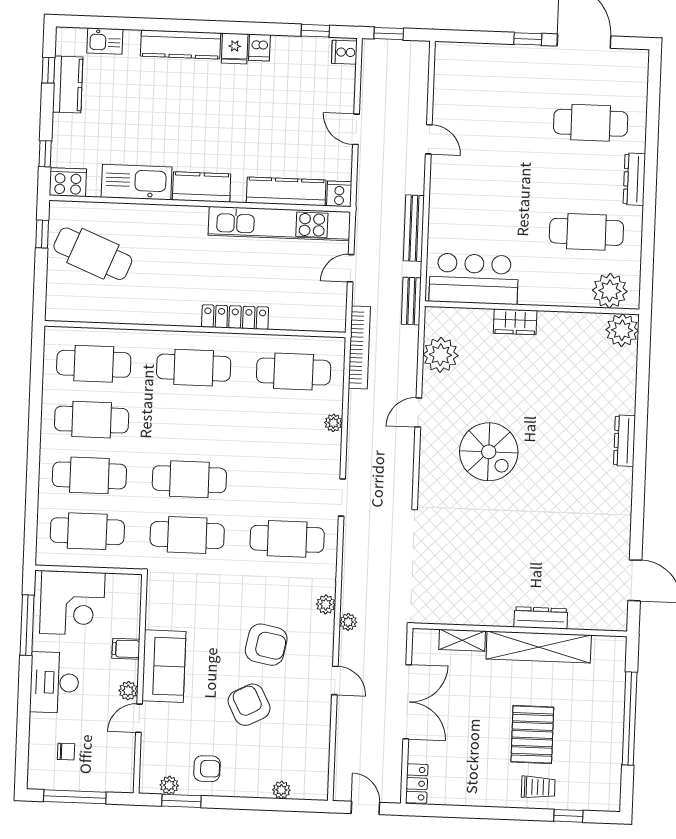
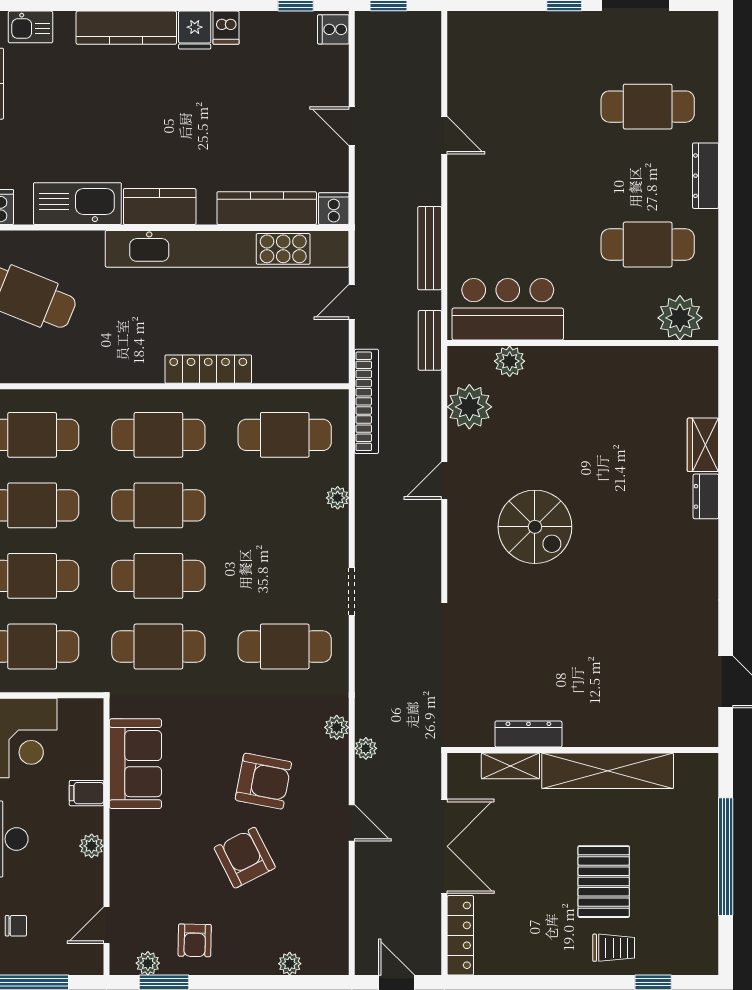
kitchen unit: (279, 224) -> (227, 249), width x1.36
wardrobe: (515, 322) -> (703, 445), moved, turned 90
plant: (622, 330) -> (510, 361), moved, width x0.73, depth x0.73
cafe table: (191, 423) -> (158, 505), added
dresser: (625, 441) -> (706, 496), width x0.70
dresser: (541, 618) -> (528, 734), moved
sofa: (164, 666) -> (135, 764), moved
door: (139, 718) -> (106, 925), moved
armchair: (207, 769) -> (195, 940), turned 91
locker: (417, 784) -> (460, 935), width x1.53

